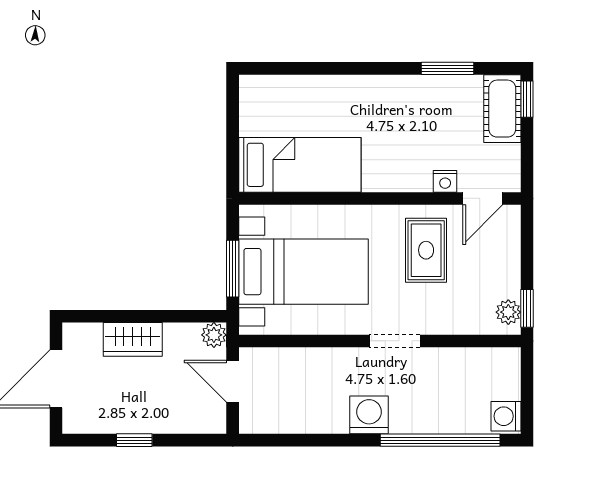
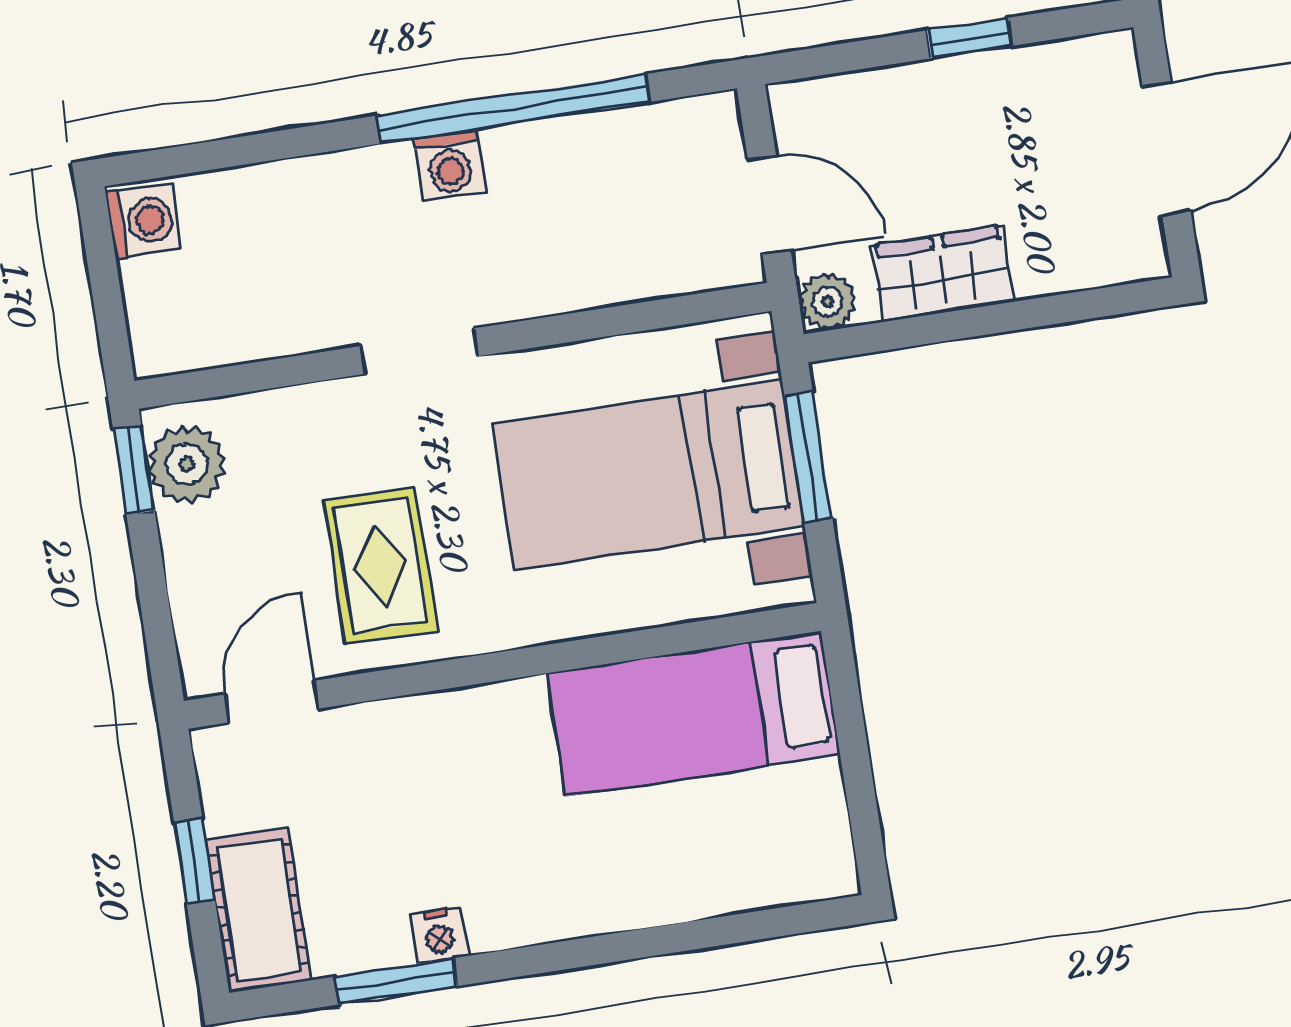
window: (527, 99) -> (194, 861), moved
nightstand: (445, 181) -> (439, 935), moved, turned 180
plant: (508, 312) -> (187, 464), width x1.38, depth x1.38
wardrobe: (133, 339) -> (943, 274), moved
washing machine: (369, 415) -> (450, 165), width x0.73, depth x0.73
window: (440, 440) -> (513, 109), moved

